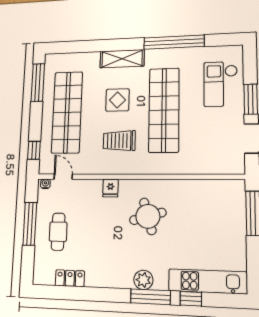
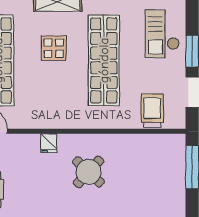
trolley: (119, 141) -> (152, 111), moved, turned 90
round table: (148, 216) -> (89, 172), turned -31

